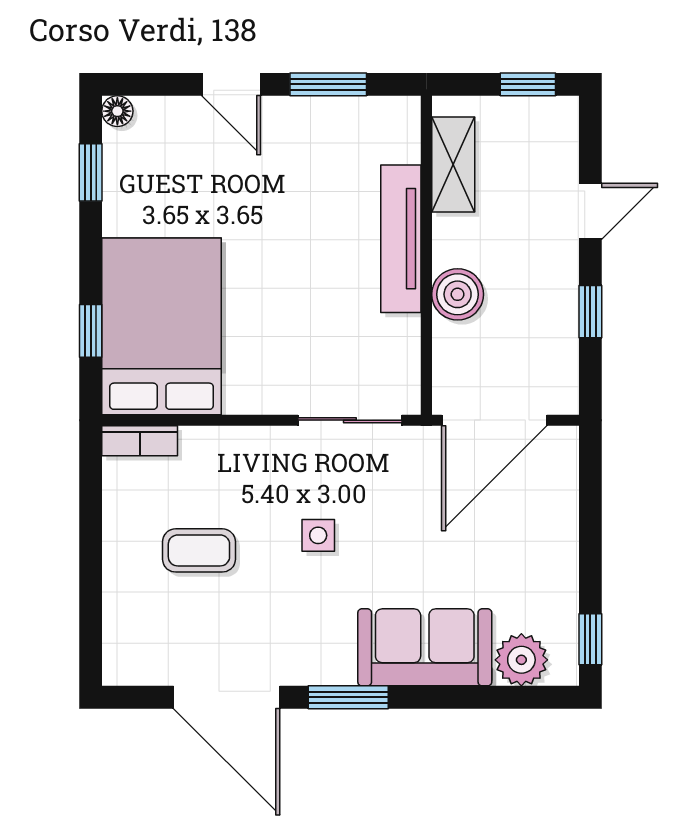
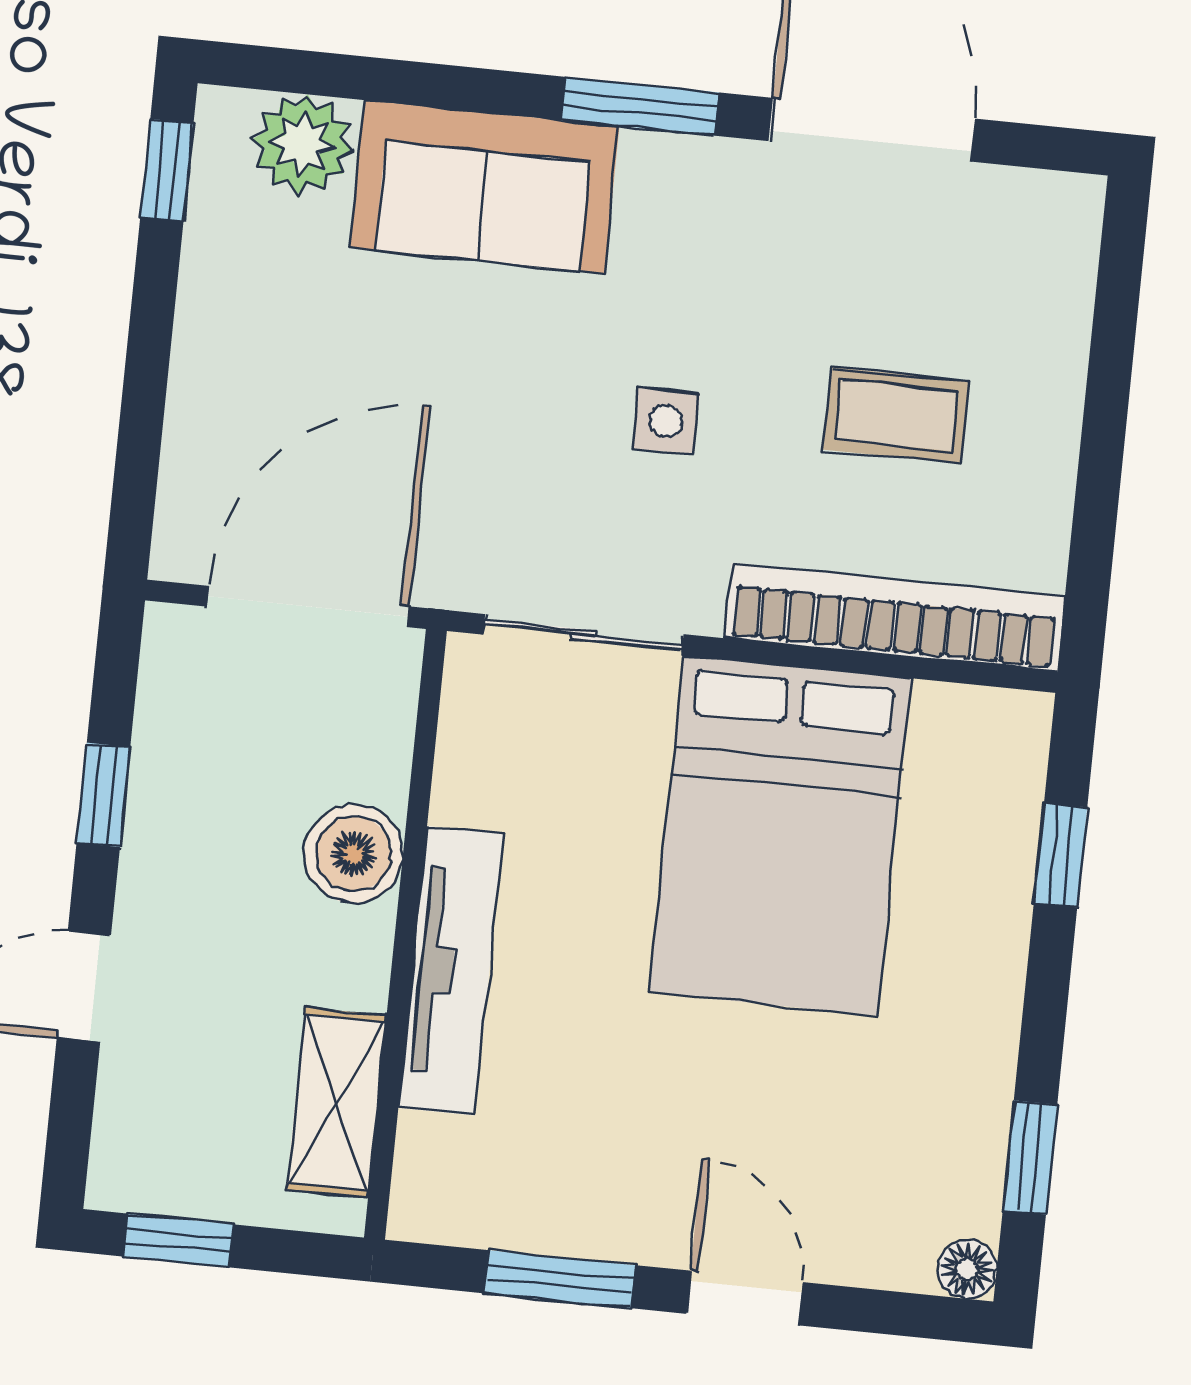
bed: (162, 326) -> (780, 835), moved
bookcase: (140, 441) -> (895, 617), width x2.31, depth x1.31

